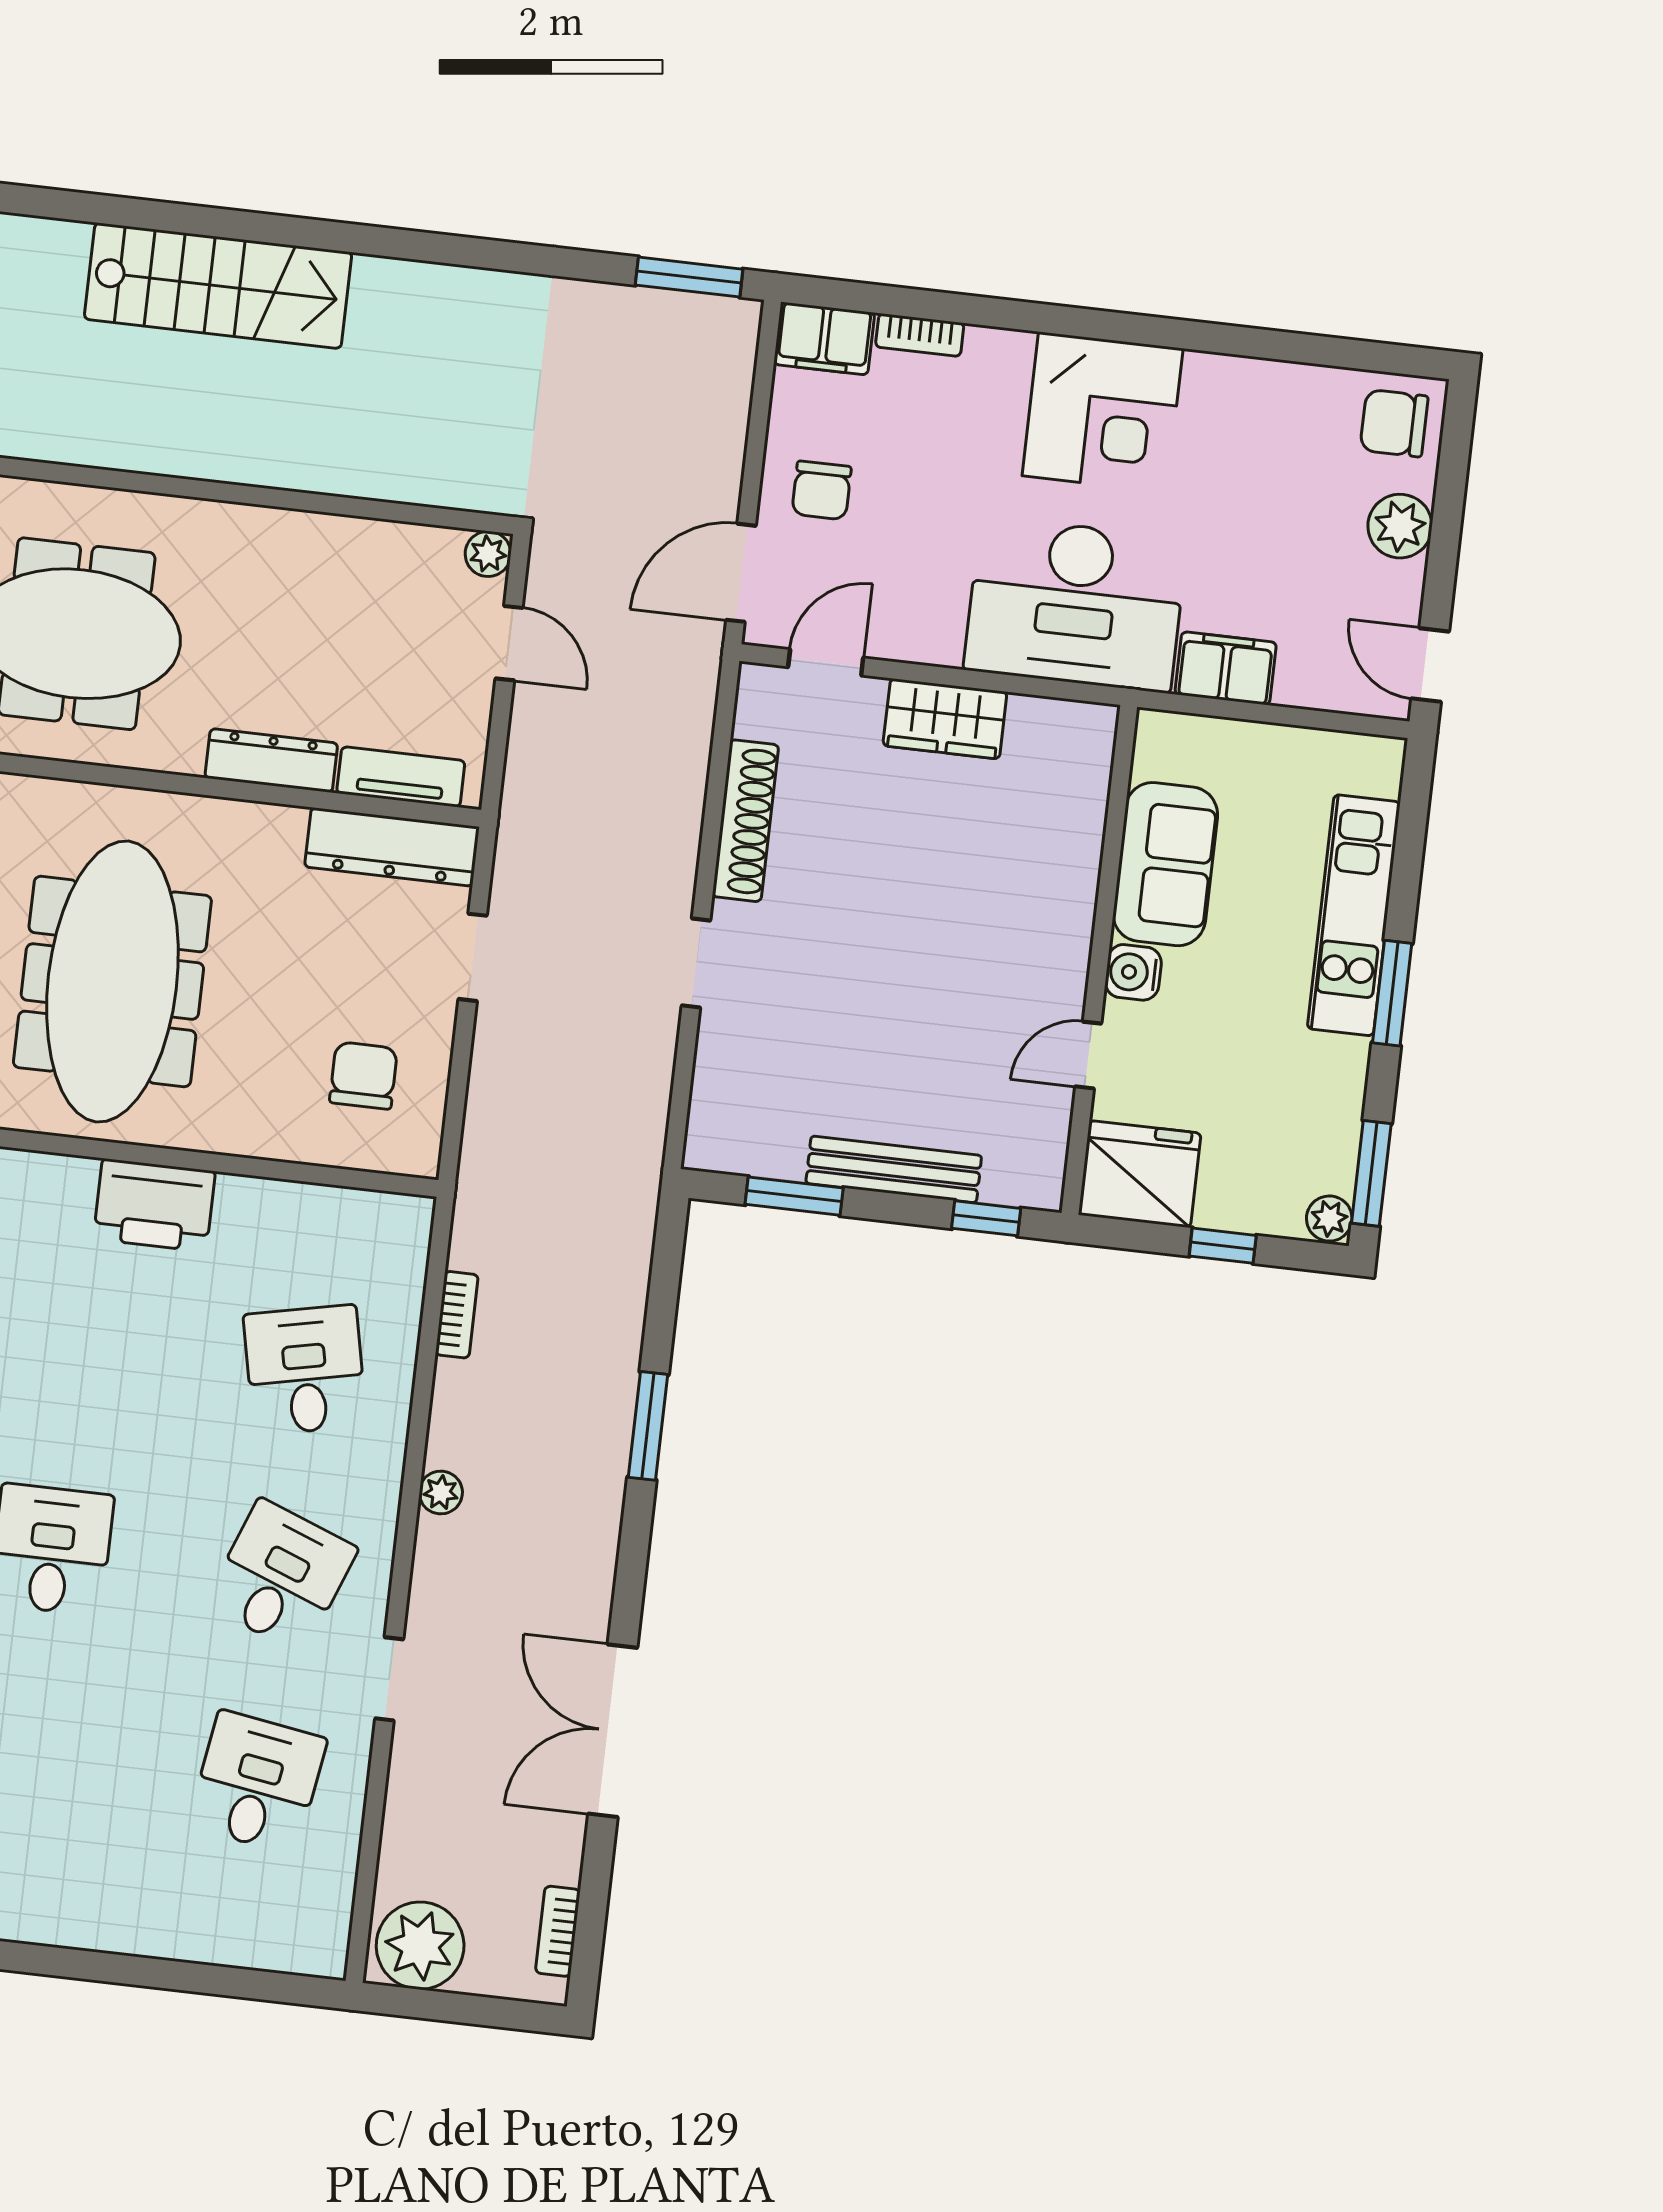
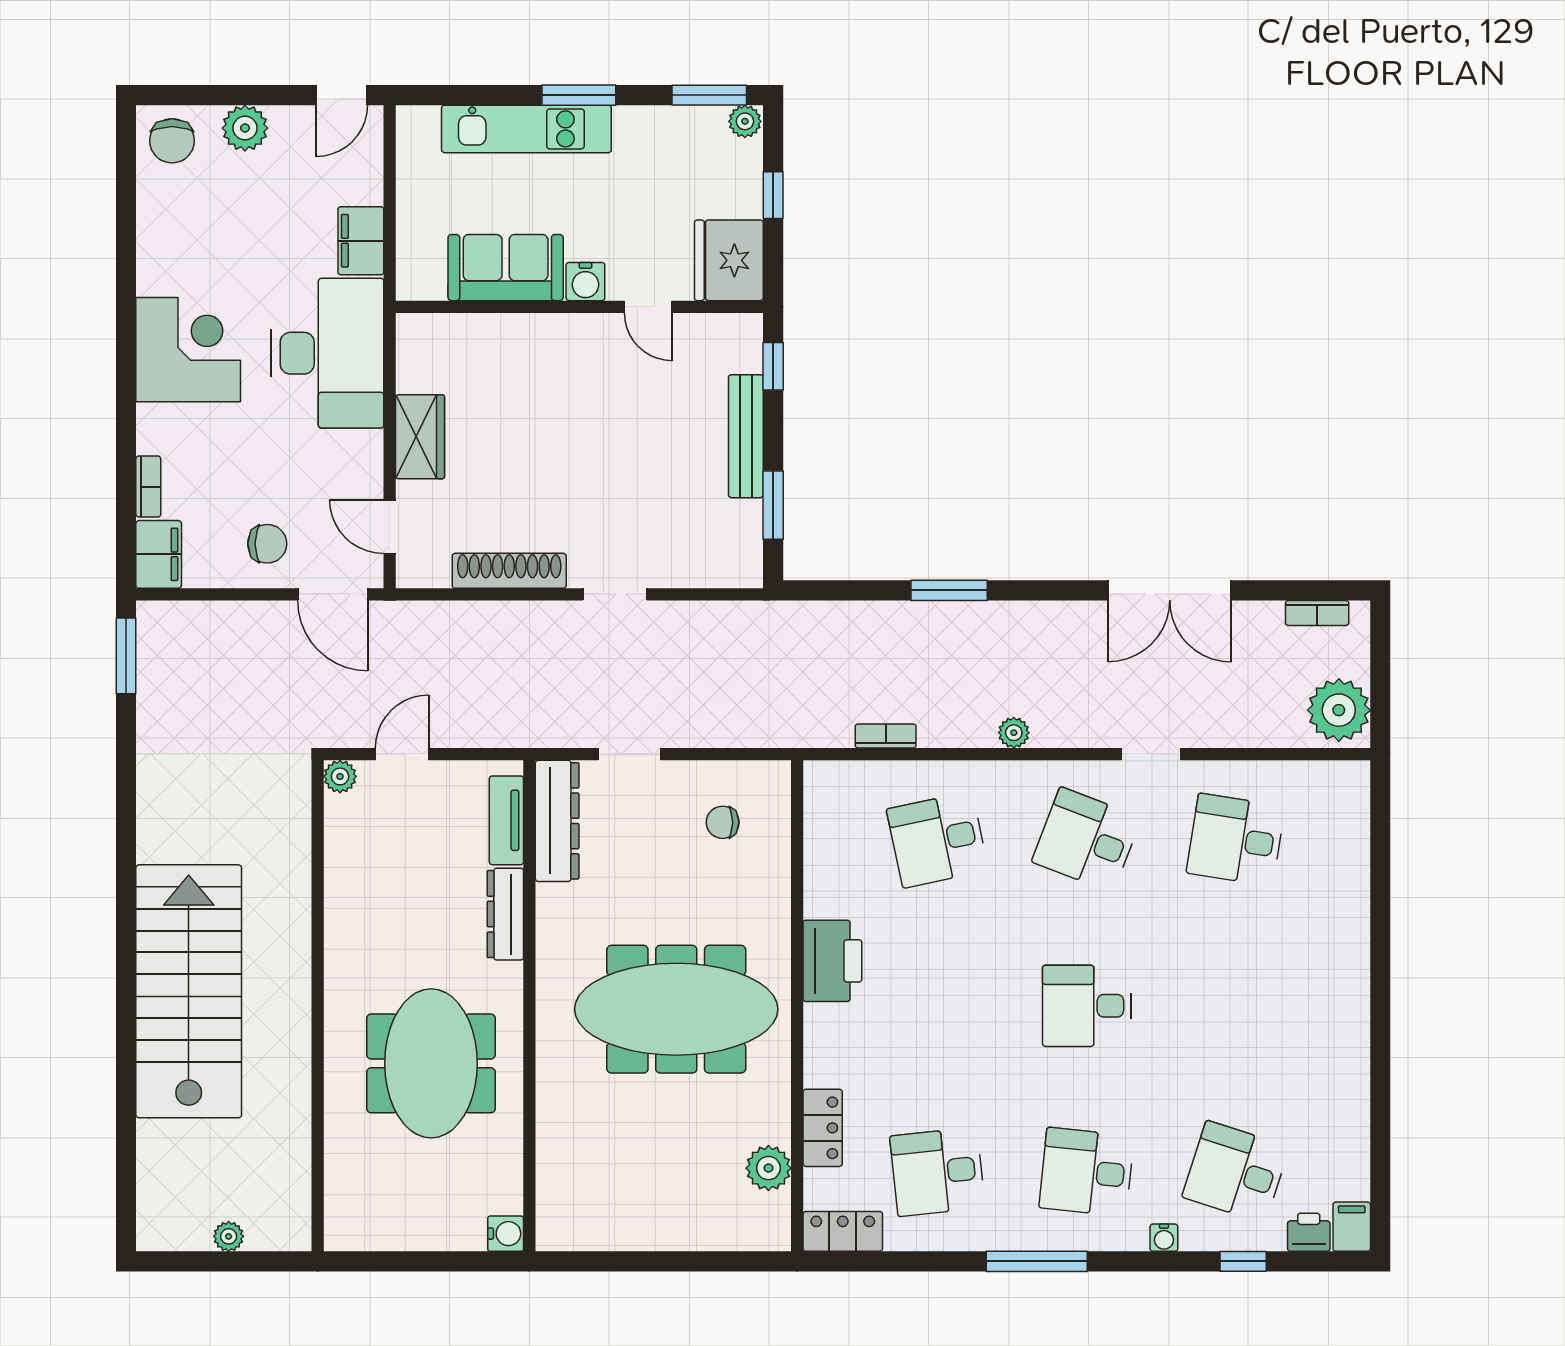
stairs: (218, 286) -> (189, 991), width x1.36, depth x1.51
chair: (363, 1075) -> (723, 822), width x0.73, depth x0.73

